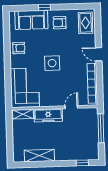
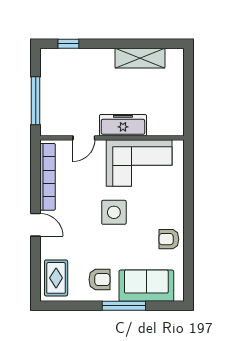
window: (45, 7) -> (124, 306), width x2.17
corner sofa: (25, 88) -> (139, 163), moved, turned -90
shelving: (23, 114) -> (165, 128), removed

